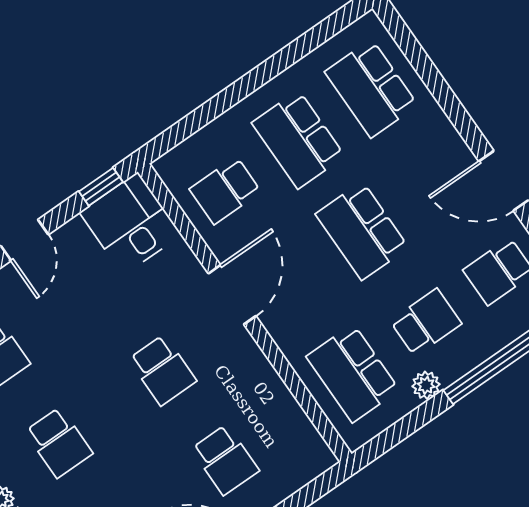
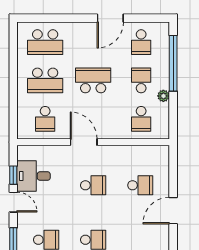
window: (101, 187) -> (13, 175), moved
desk: (131, 224) -> (33, 176), moved
school desk: (362, 231) -> (93, 80), turned 180
school desk: (353, 373) -> (141, 119), width x0.54

